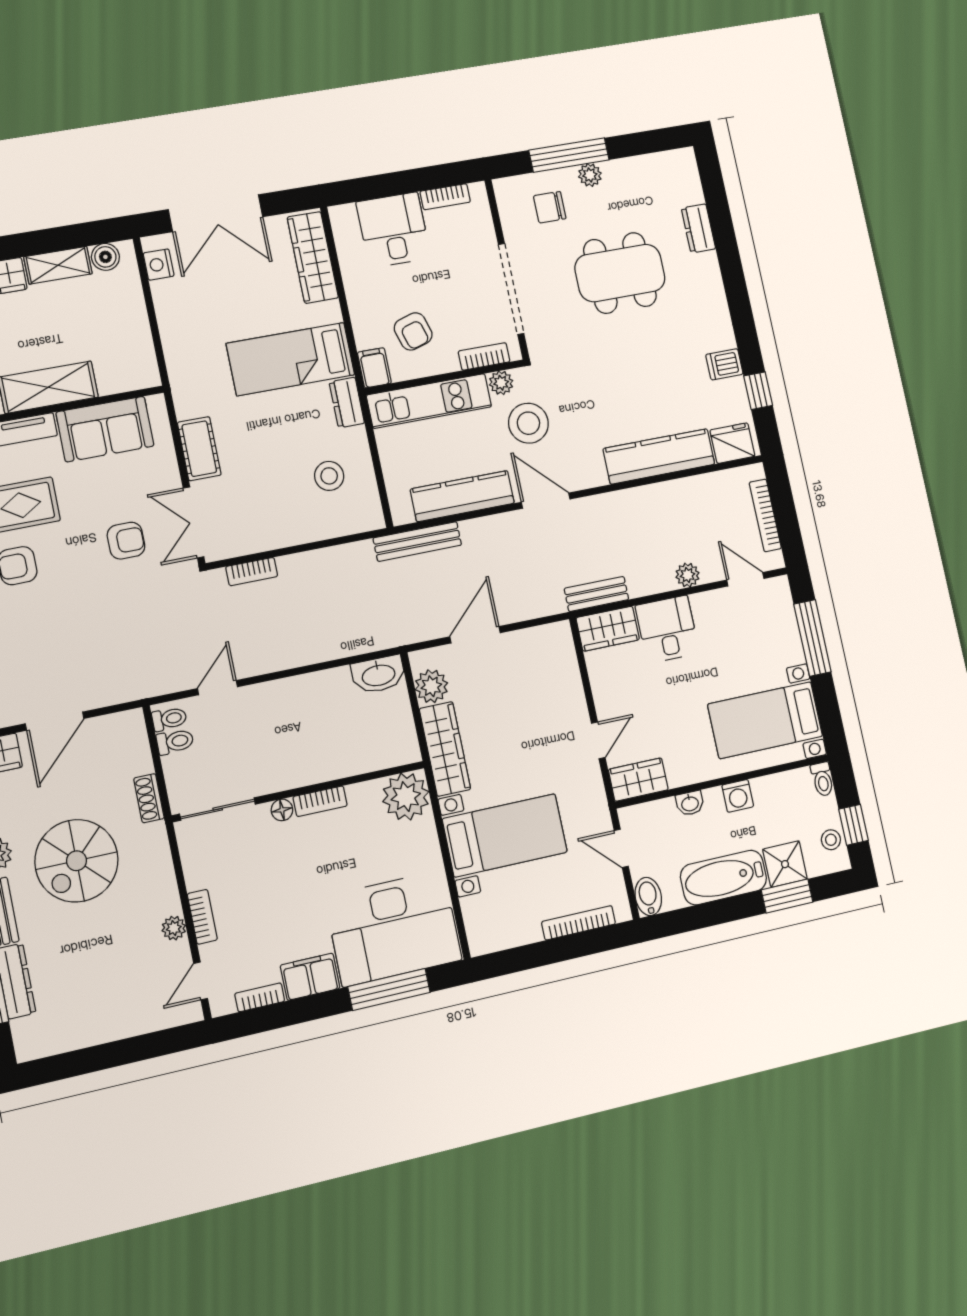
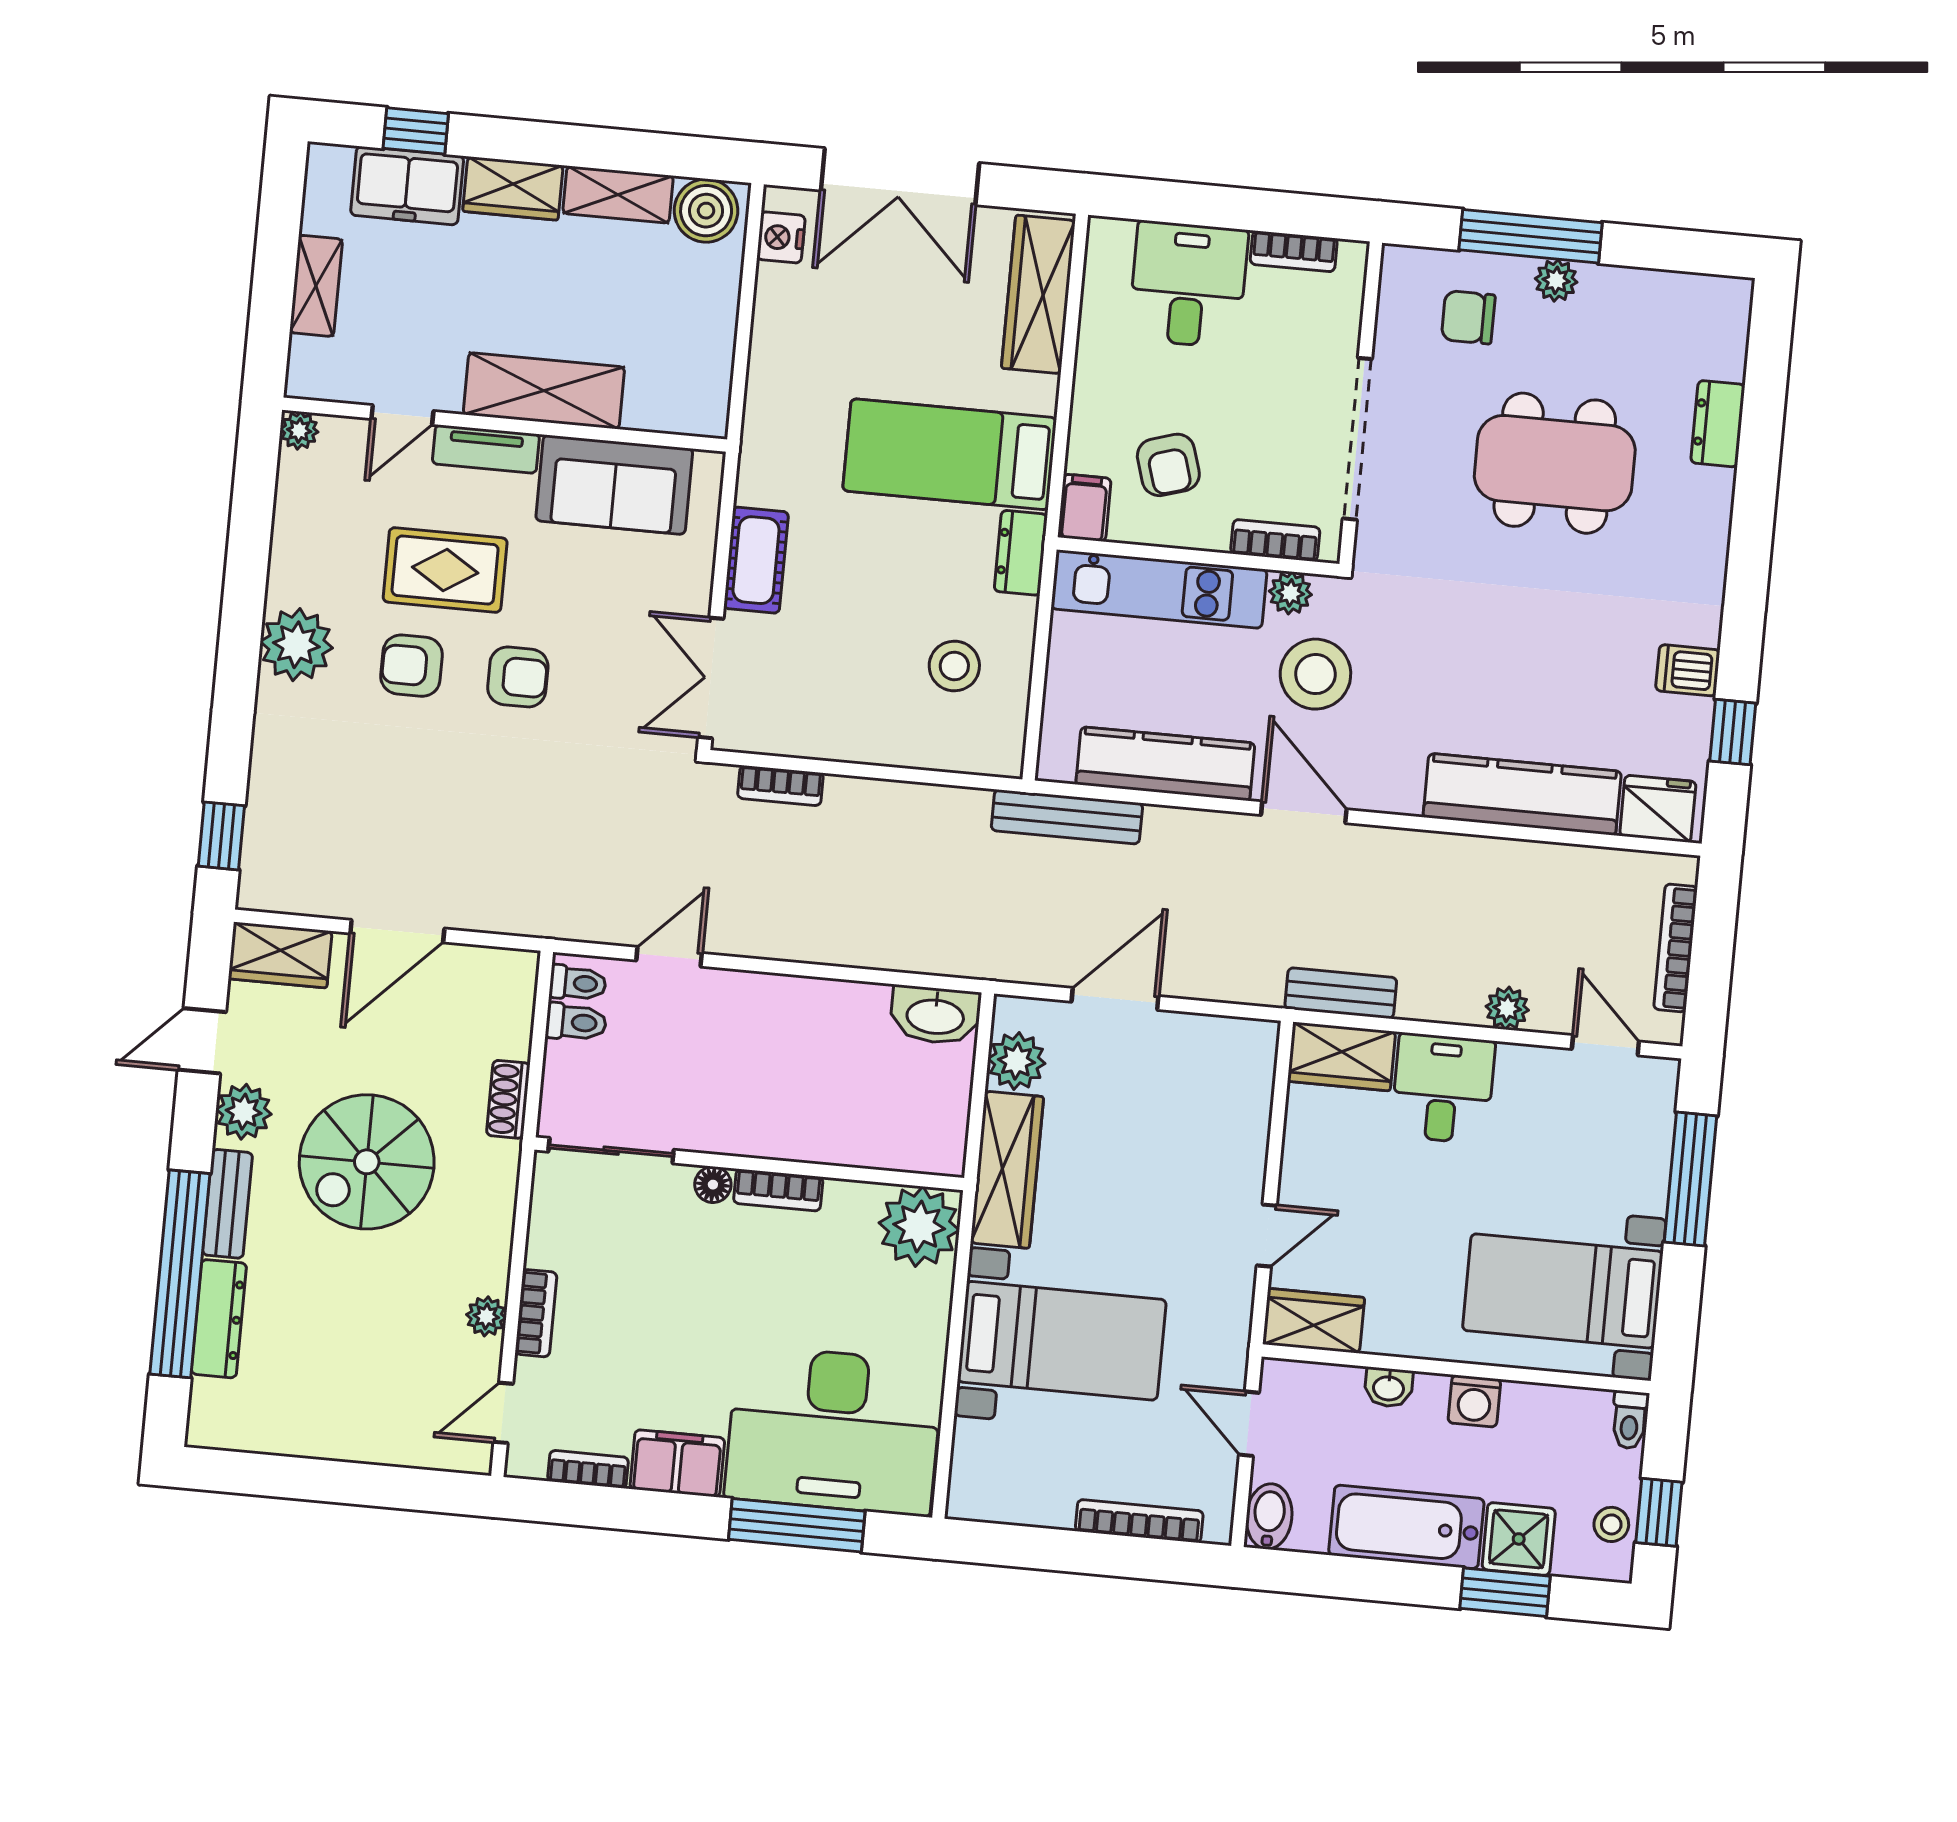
boiler: (105, 257) -> (706, 211), width x1.36, depth x1.36
armchair: (126, 541) -> (518, 677), moved

